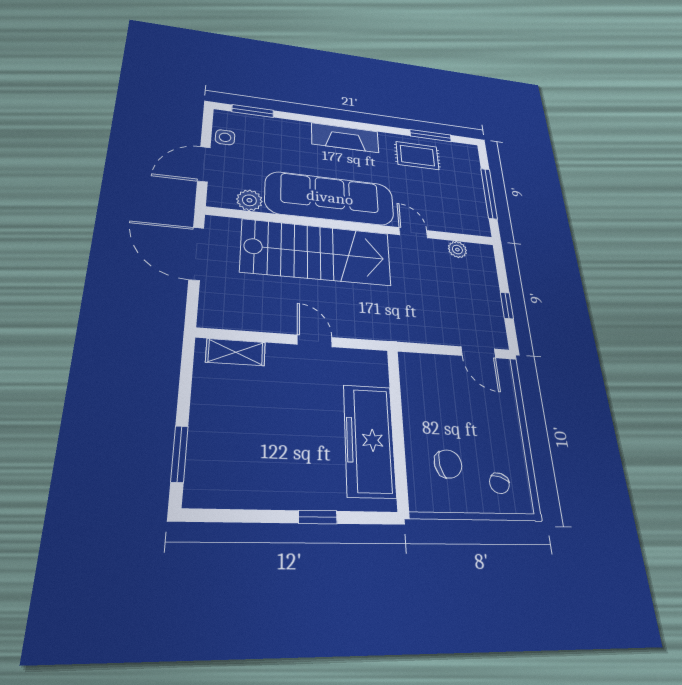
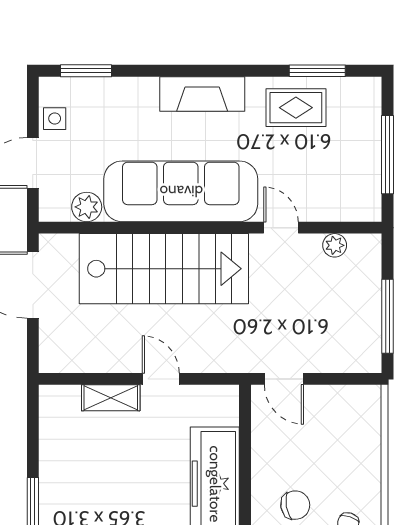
window: (507, 305) -> (387, 316), width x2.17
shelving: (236, 352) -> (111, 398), moved
door: (478, 352) -> (284, 379), moved

